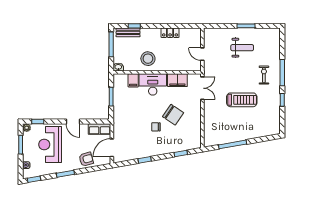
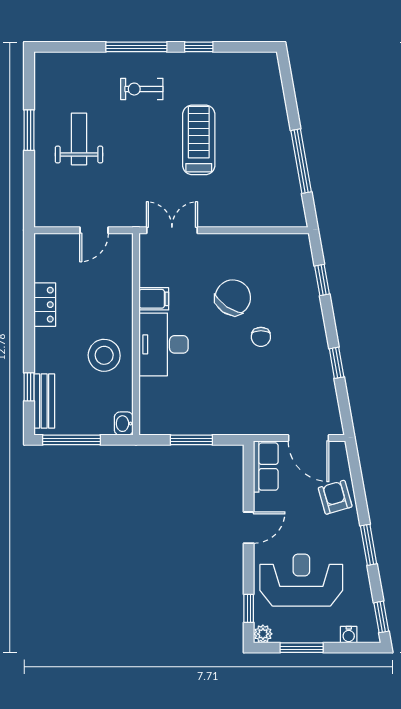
filing cabinet: (133, 80) -> (154, 389), removed
filing cabinet: (177, 80) -> (154, 299), width x0.50
reception desk: (50, 144) -> (301, 580), turned 180

